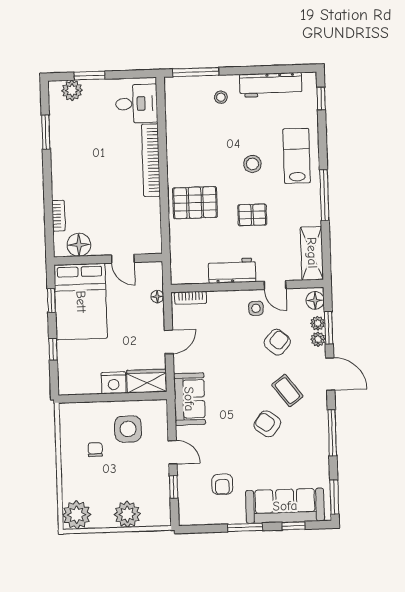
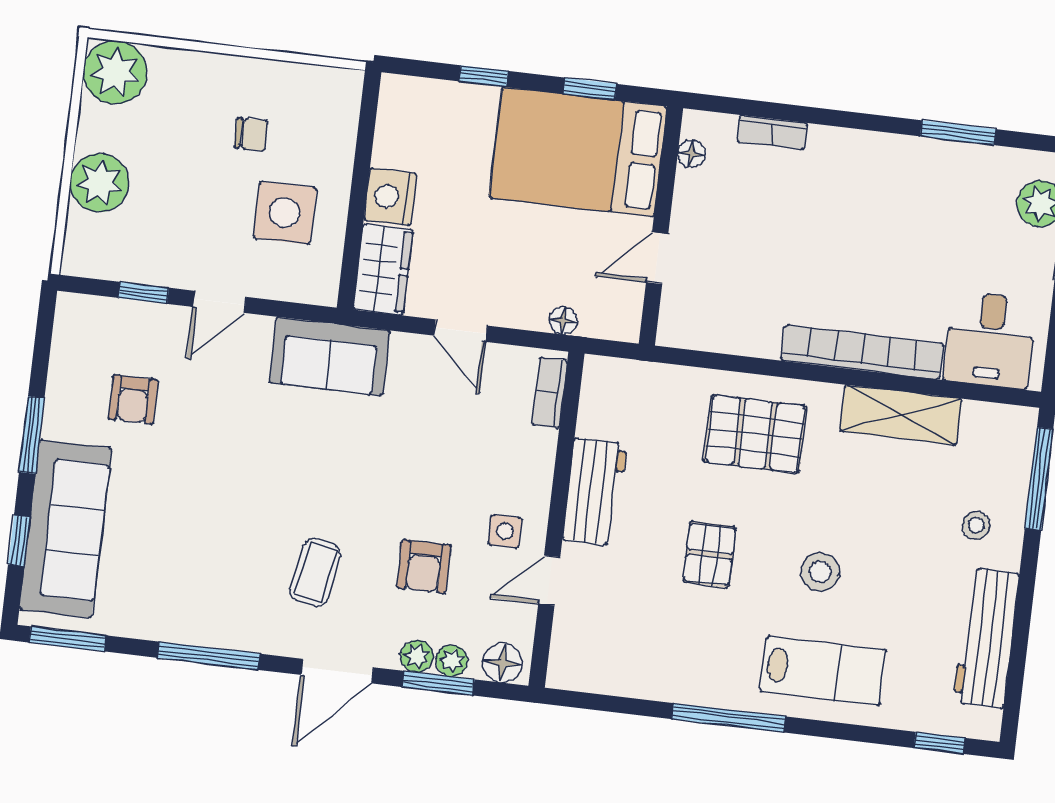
pallet: (195, 203) -> (755, 434), turned 90
floor lamp: (79, 245) -> (691, 154), width x0.53, depth x0.53
shelving: (312, 253) -> (901, 415), moved
armchair: (277, 342) -> (424, 566), turned 50
coffee table: (287, 391) -> (315, 572), turned -42
armchair: (267, 424) -> (250, 518), removed
armchair: (222, 484) -> (133, 399), turned -90

